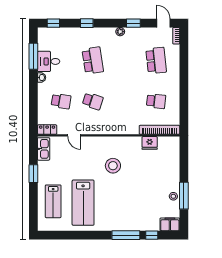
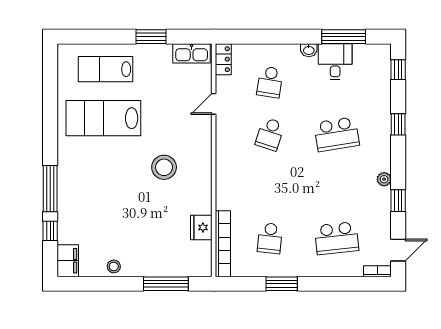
window: (184, 94) -> (282, 284), added
window: (184, 196) -> (166, 284), moved

